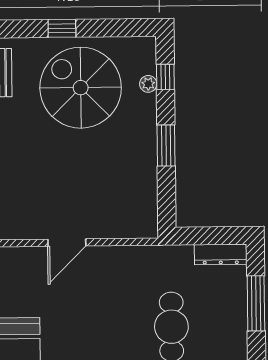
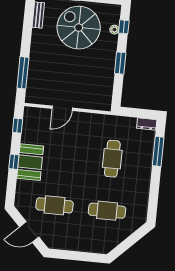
dresser: (221, 254) -> (147, 124), width x0.70

